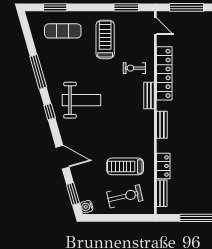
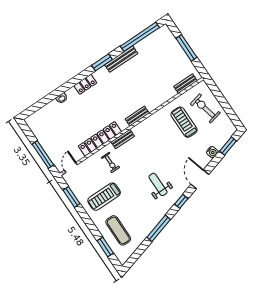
weight bench: (81, 100) -> (158, 184), width x0.73, depth x0.75
door: (62, 157) -> (200, 179), moved
treadmill: (125, 166) -> (184, 122), turned 180
locker: (163, 166) -> (166, 96), removed
water cooler: (87, 207) -> (212, 152), moved

